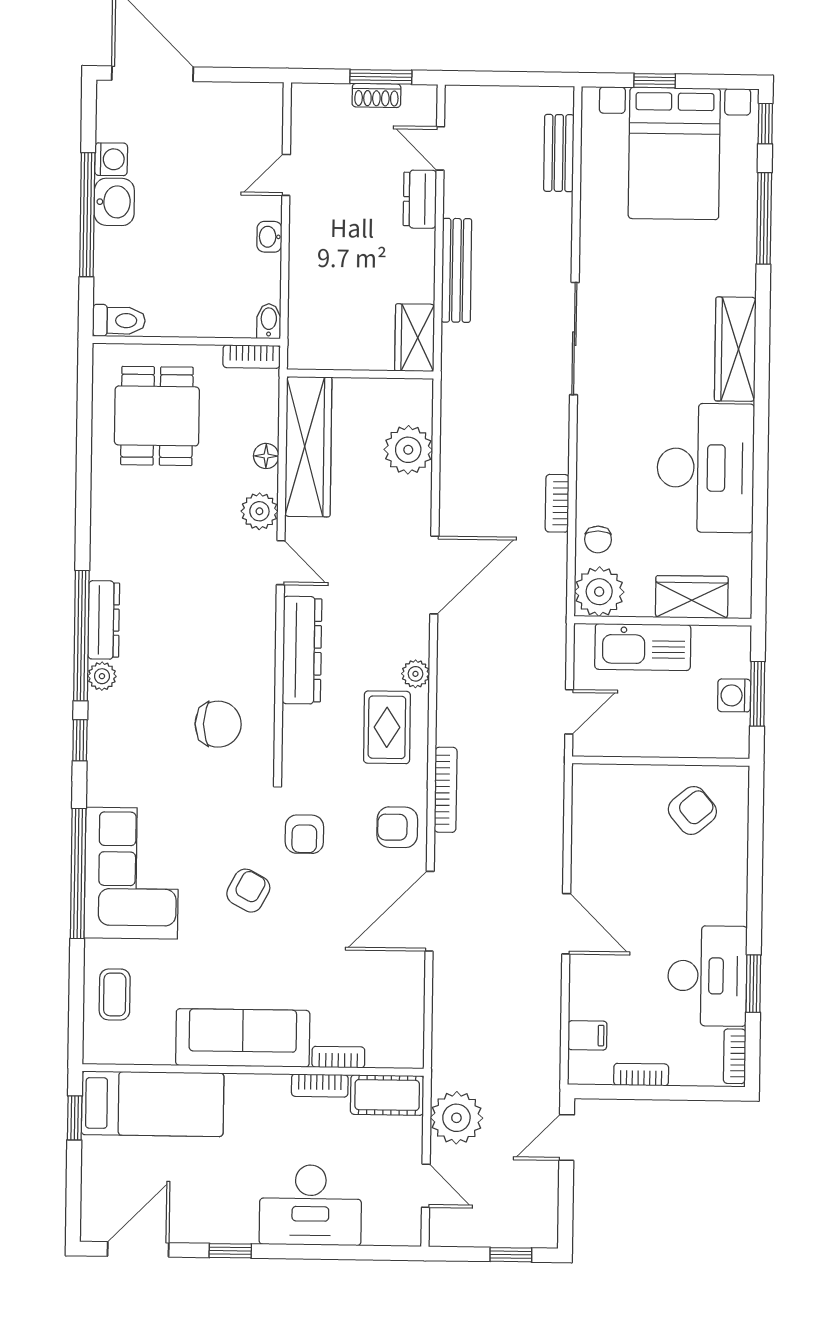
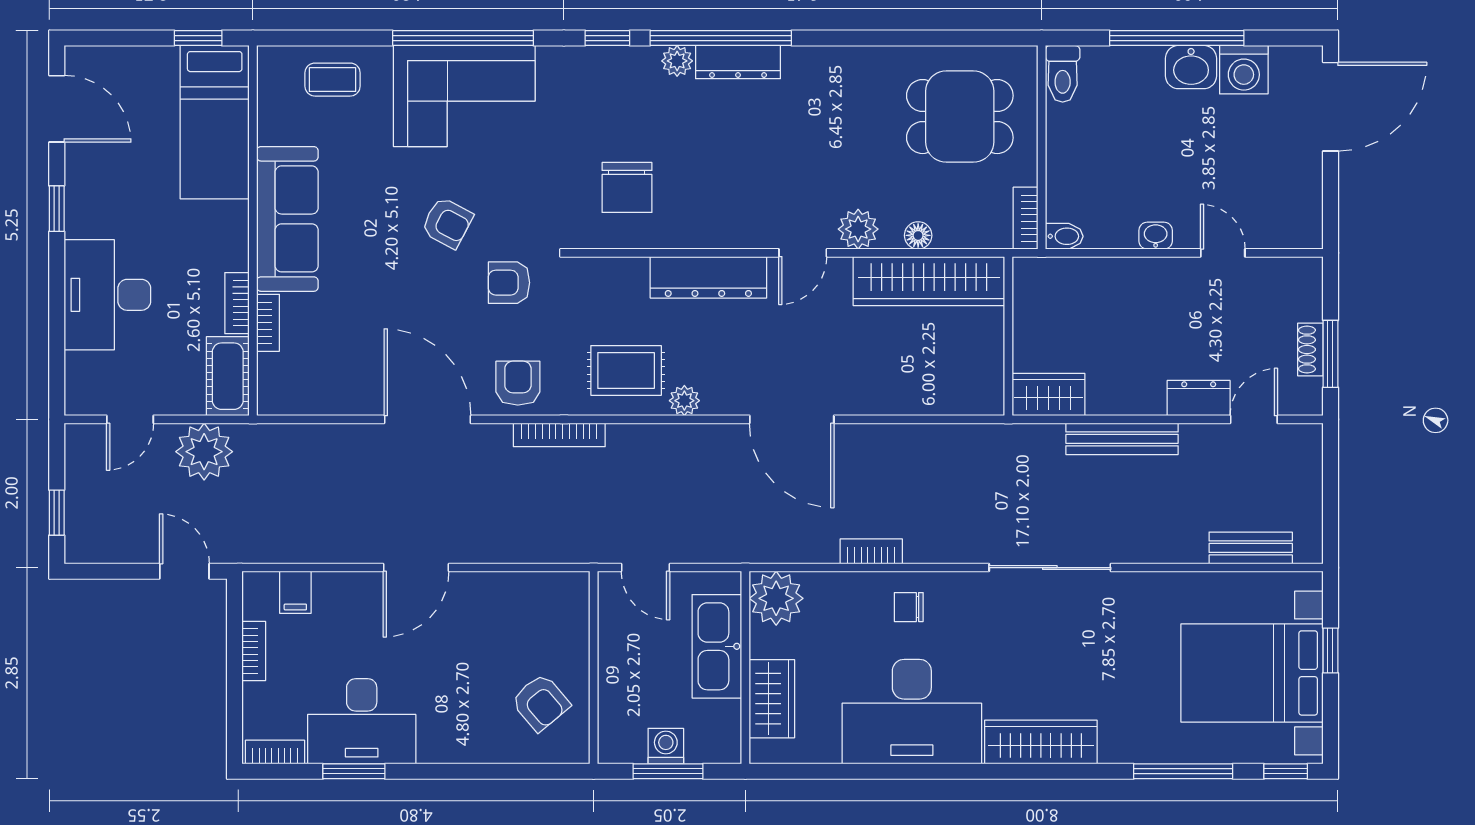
washing machine: (111, 159) -> (1244, 70), width x1.38, depth x1.38
plant: (408, 450) -> (927, 389), removed
chair: (598, 539) -> (909, 607), moved

